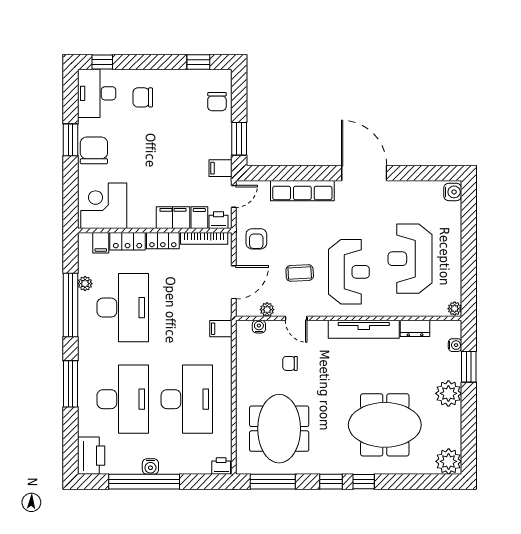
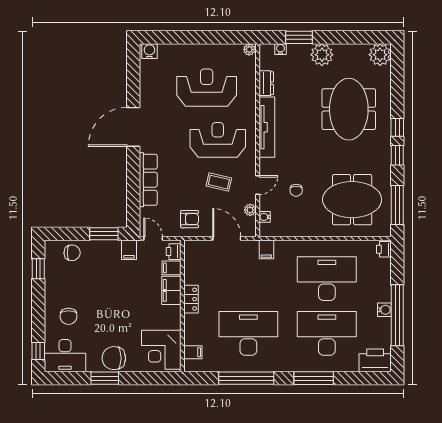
bookcase: (204, 238) -> (189, 264), removed
locker: (128, 241) -> (192, 329), removed
reception desk: (410, 259) -> (207, 88), turned 180
coffee table: (300, 273) -> (219, 182), turned -74
plant: (85, 284) -> (228, 366), removed

